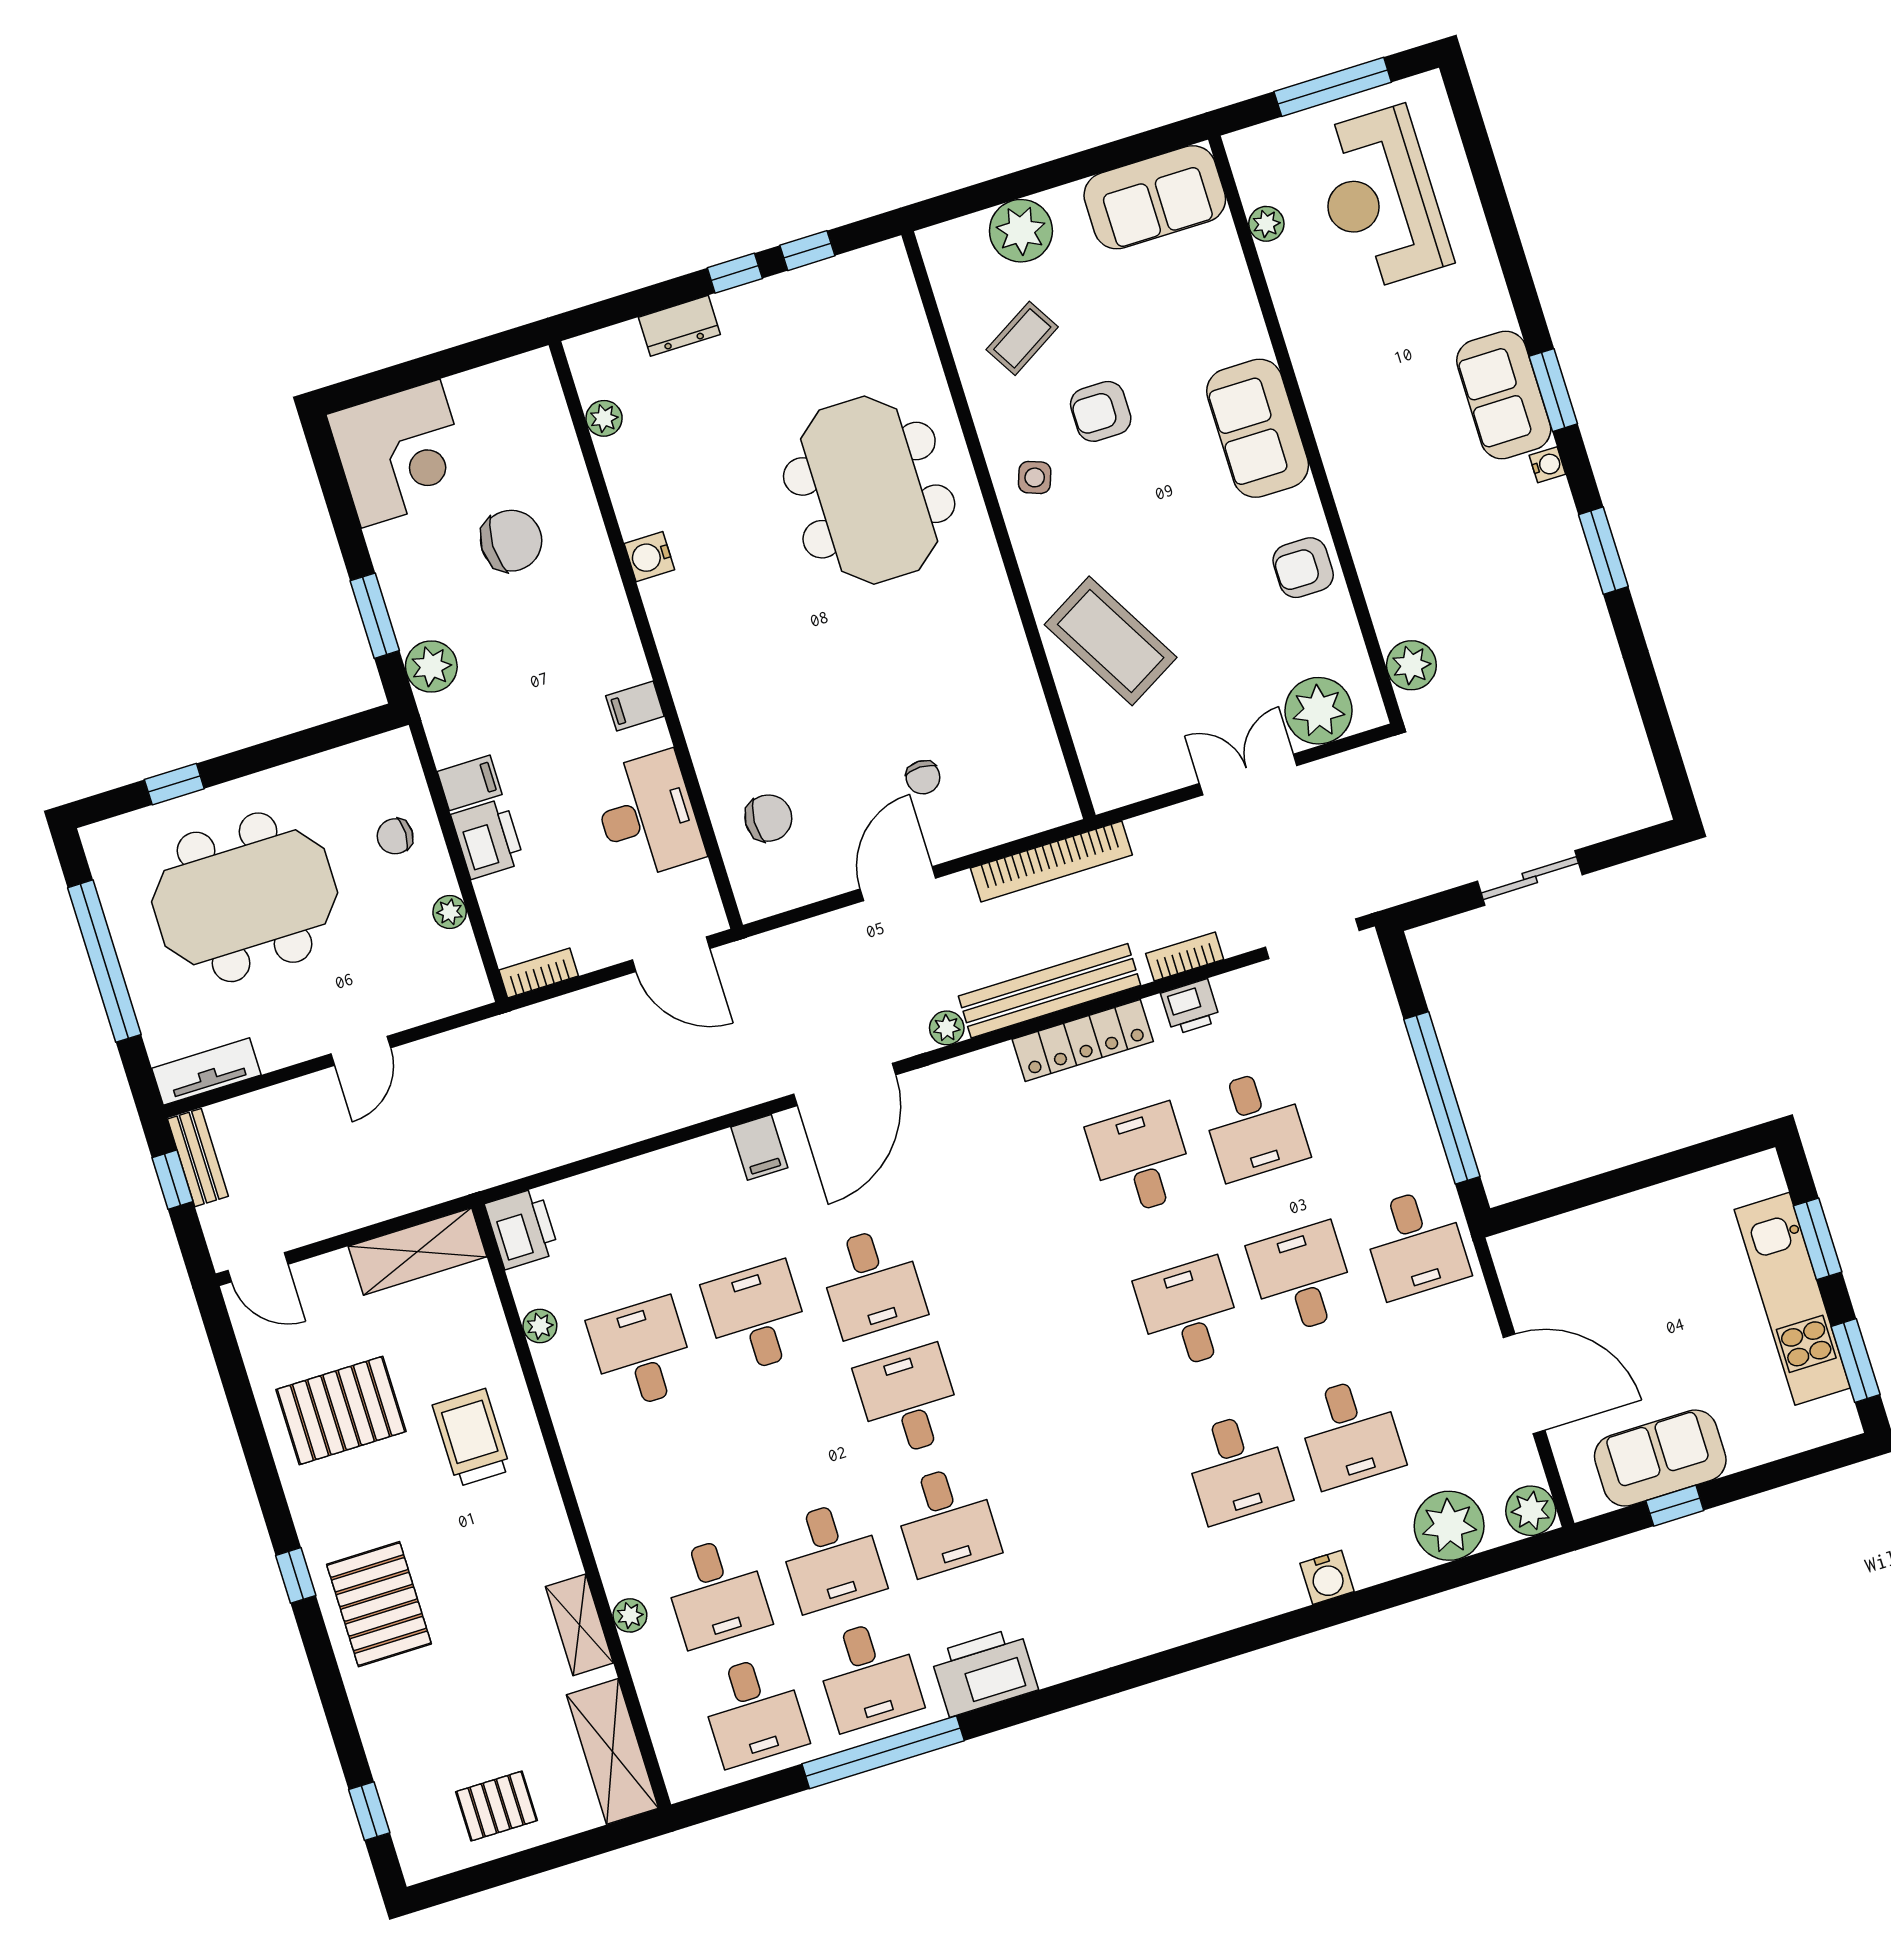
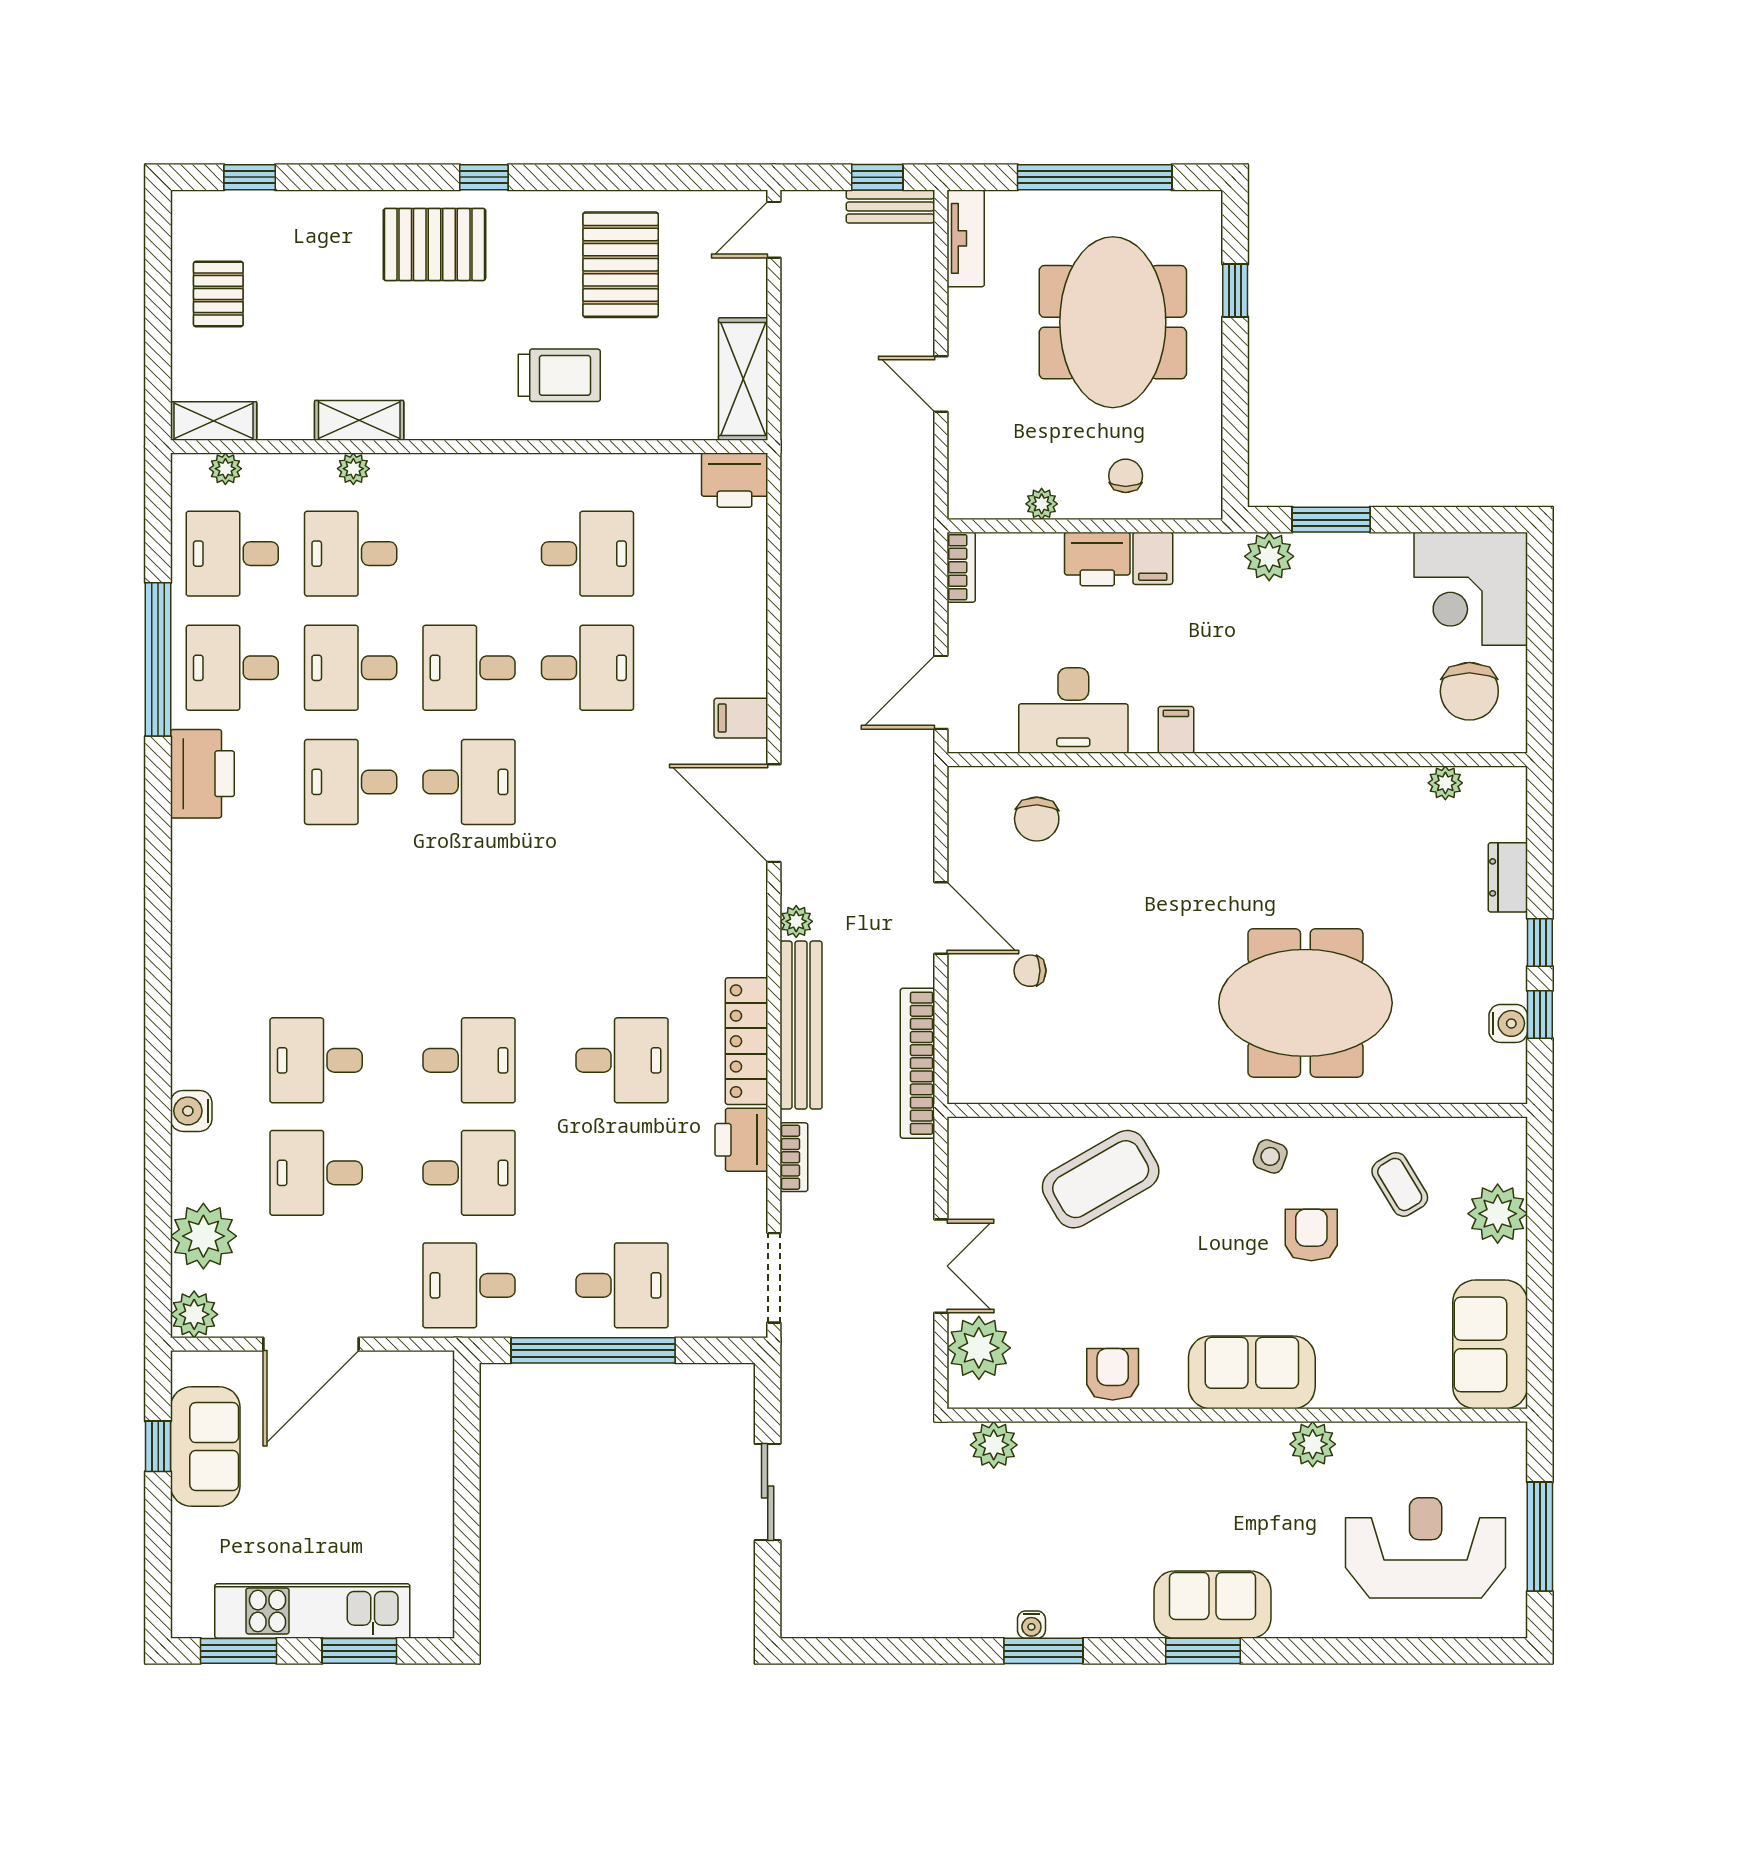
plant: (1266, 224) -> (1313, 1444), moved, width x1.38, depth x1.38
water cooler: (1547, 465) -> (1031, 1625), moved
chair: (511, 541) -> (1469, 691), moved
water cooler: (649, 557) -> (1508, 1023), moved, turned 90
printer: (1191, 1007) -> (741, 1140), width x1.36, depth x1.24
desk: (1254, 1125) -> (622, 1285), moved, turned 180
desk: (872, 1282) -> (469, 668), moved
plant: (540, 1326) -> (225, 469), moved
shelving: (612, 1751) -> (214, 421), width x0.67, depth x0.75

